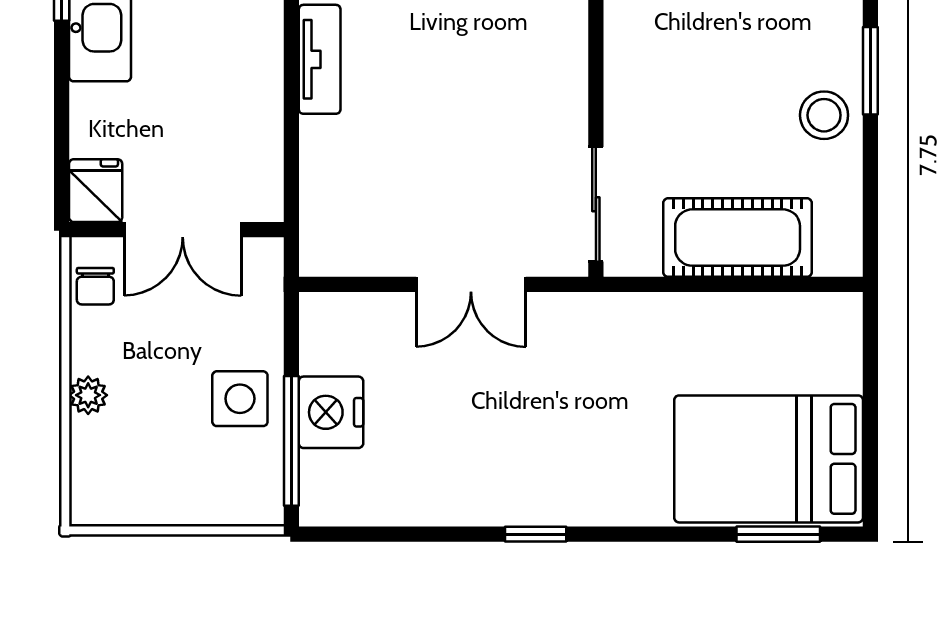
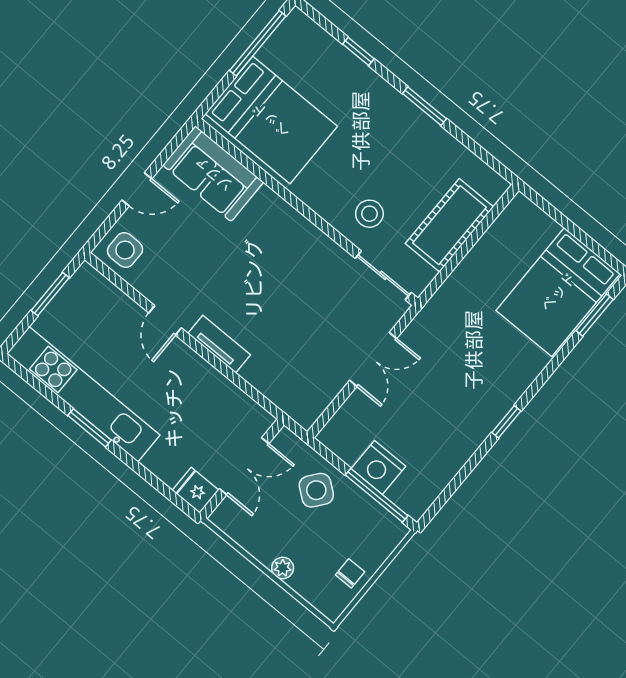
stool: (824, 115) -> (369, 214), moved
chair: (95, 286) -> (350, 573), moved, turned -90
side table: (240, 399) -> (316, 490), moved, turned 38

